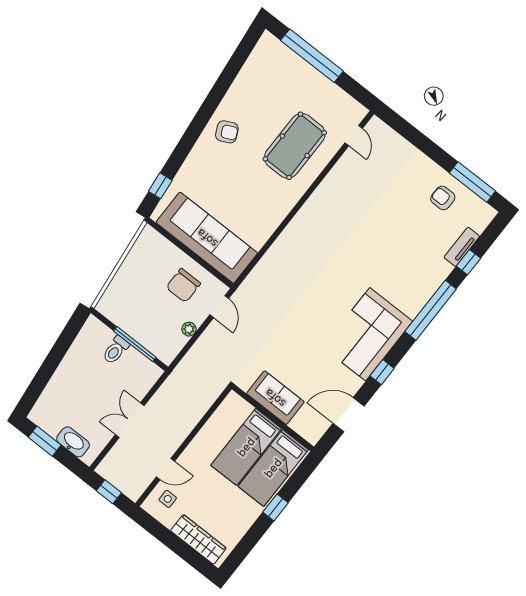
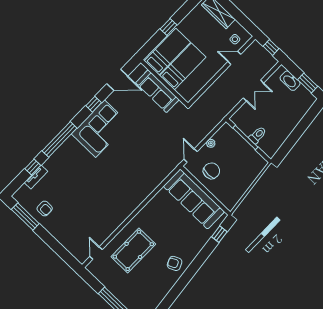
sofa: (275, 398) -> (157, 91), width x1.36

